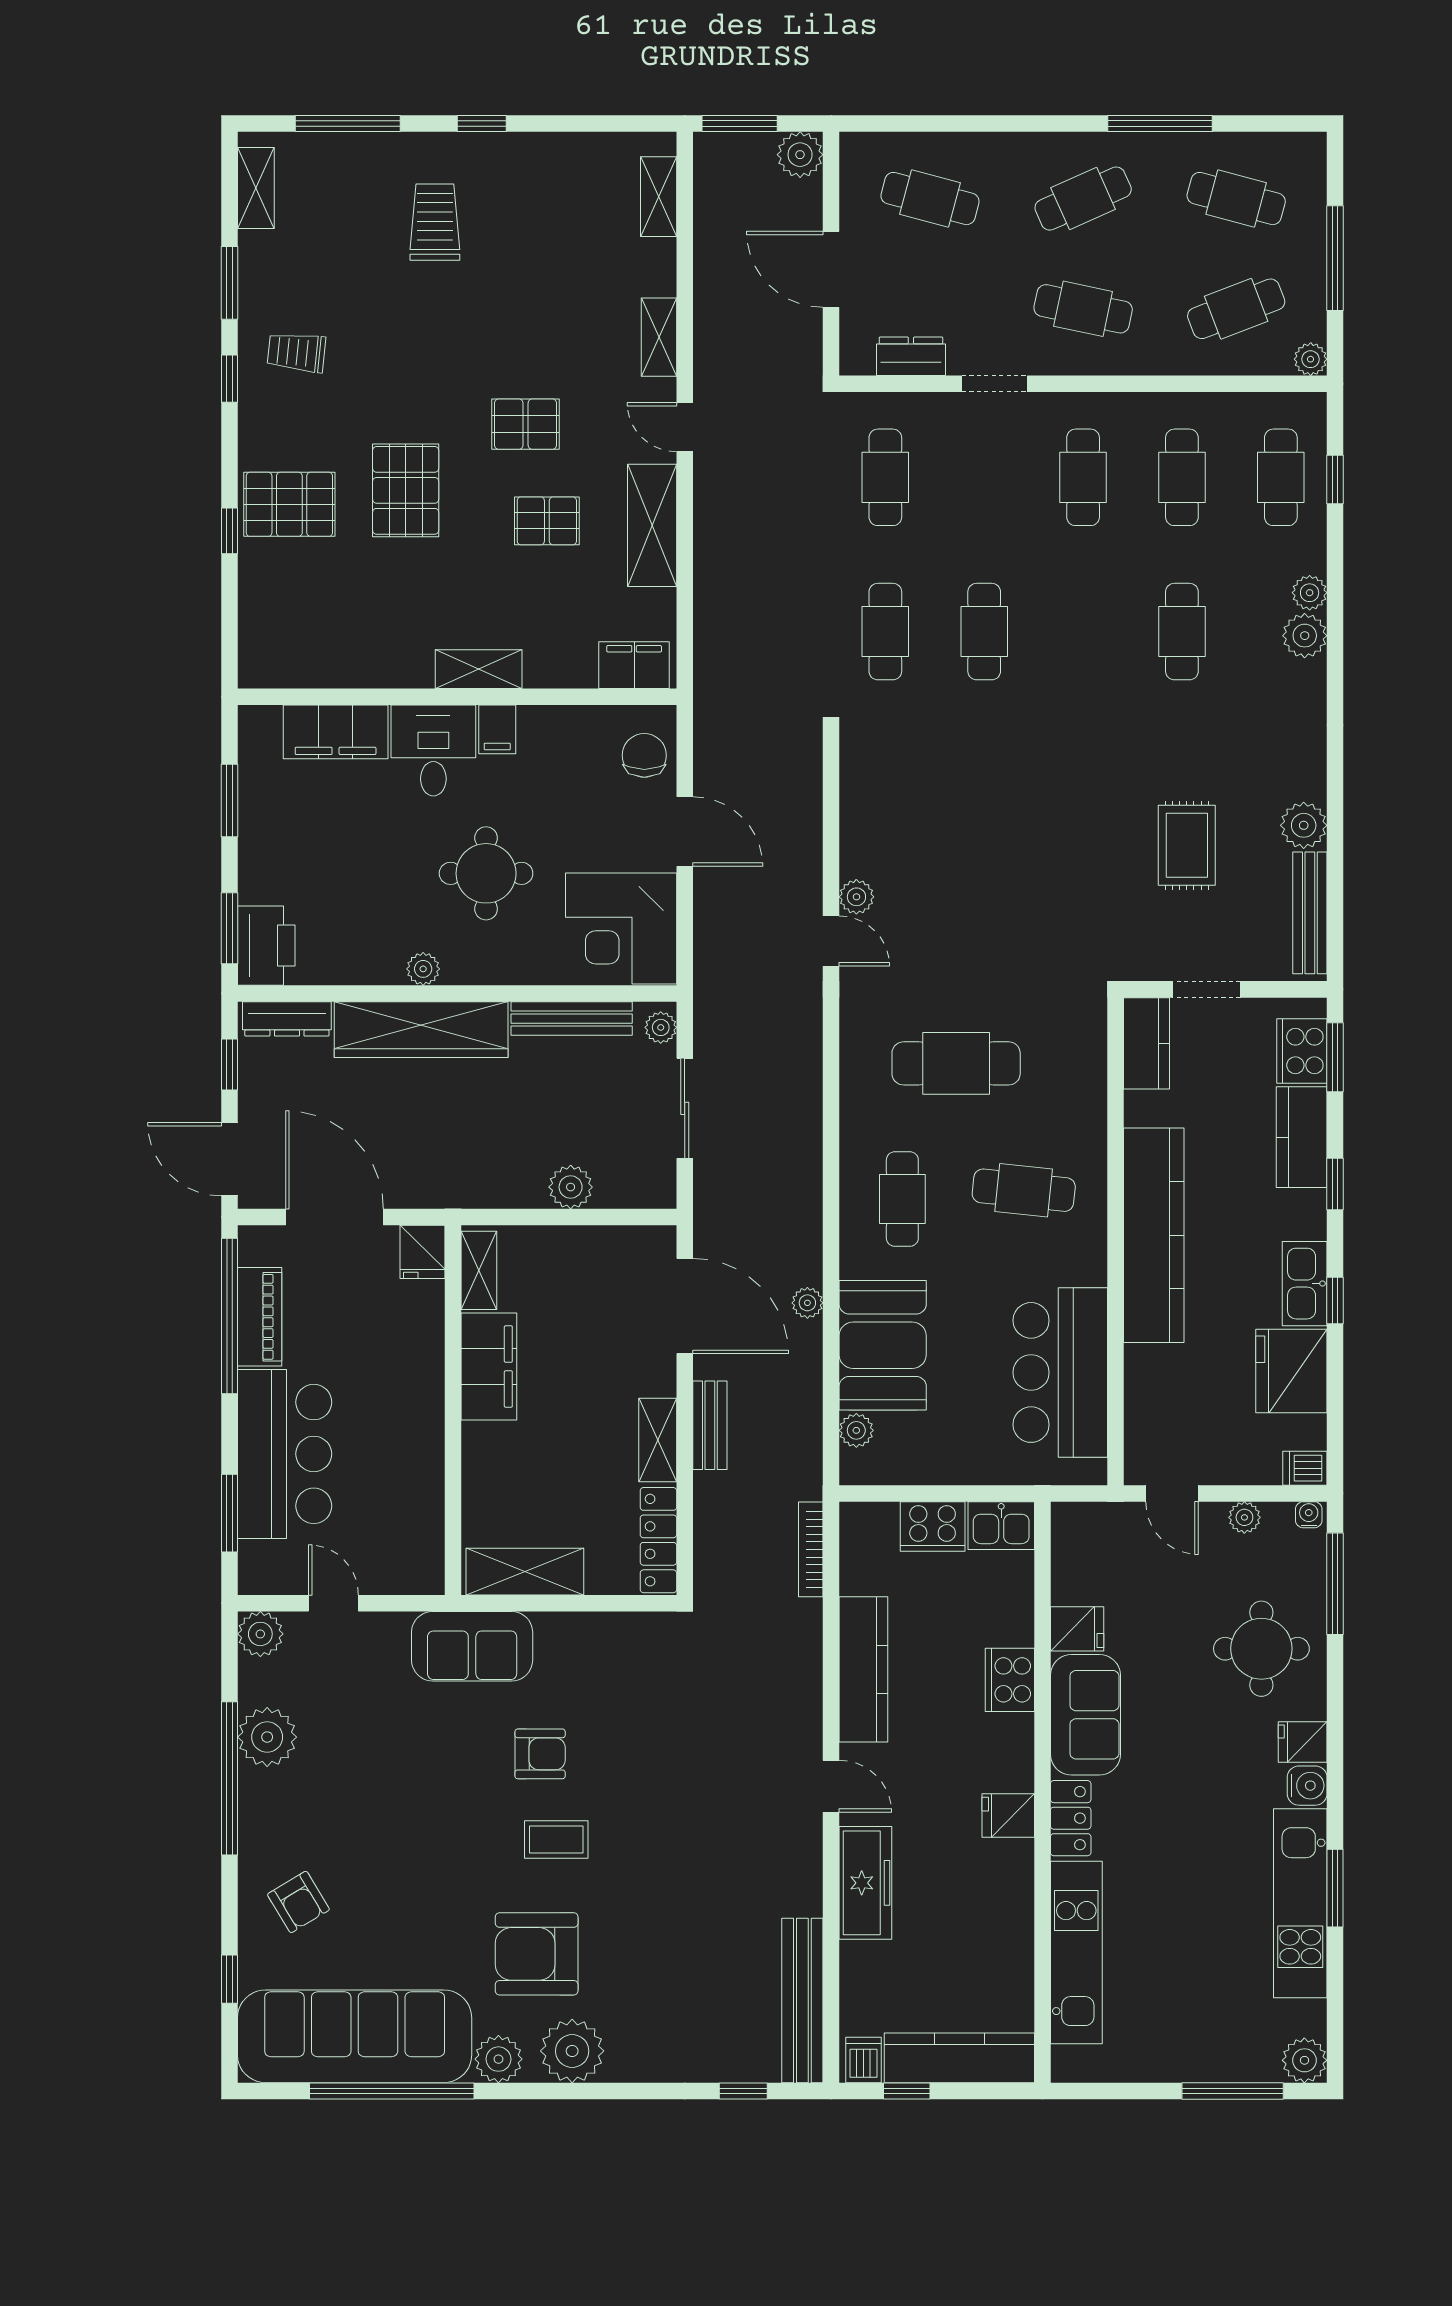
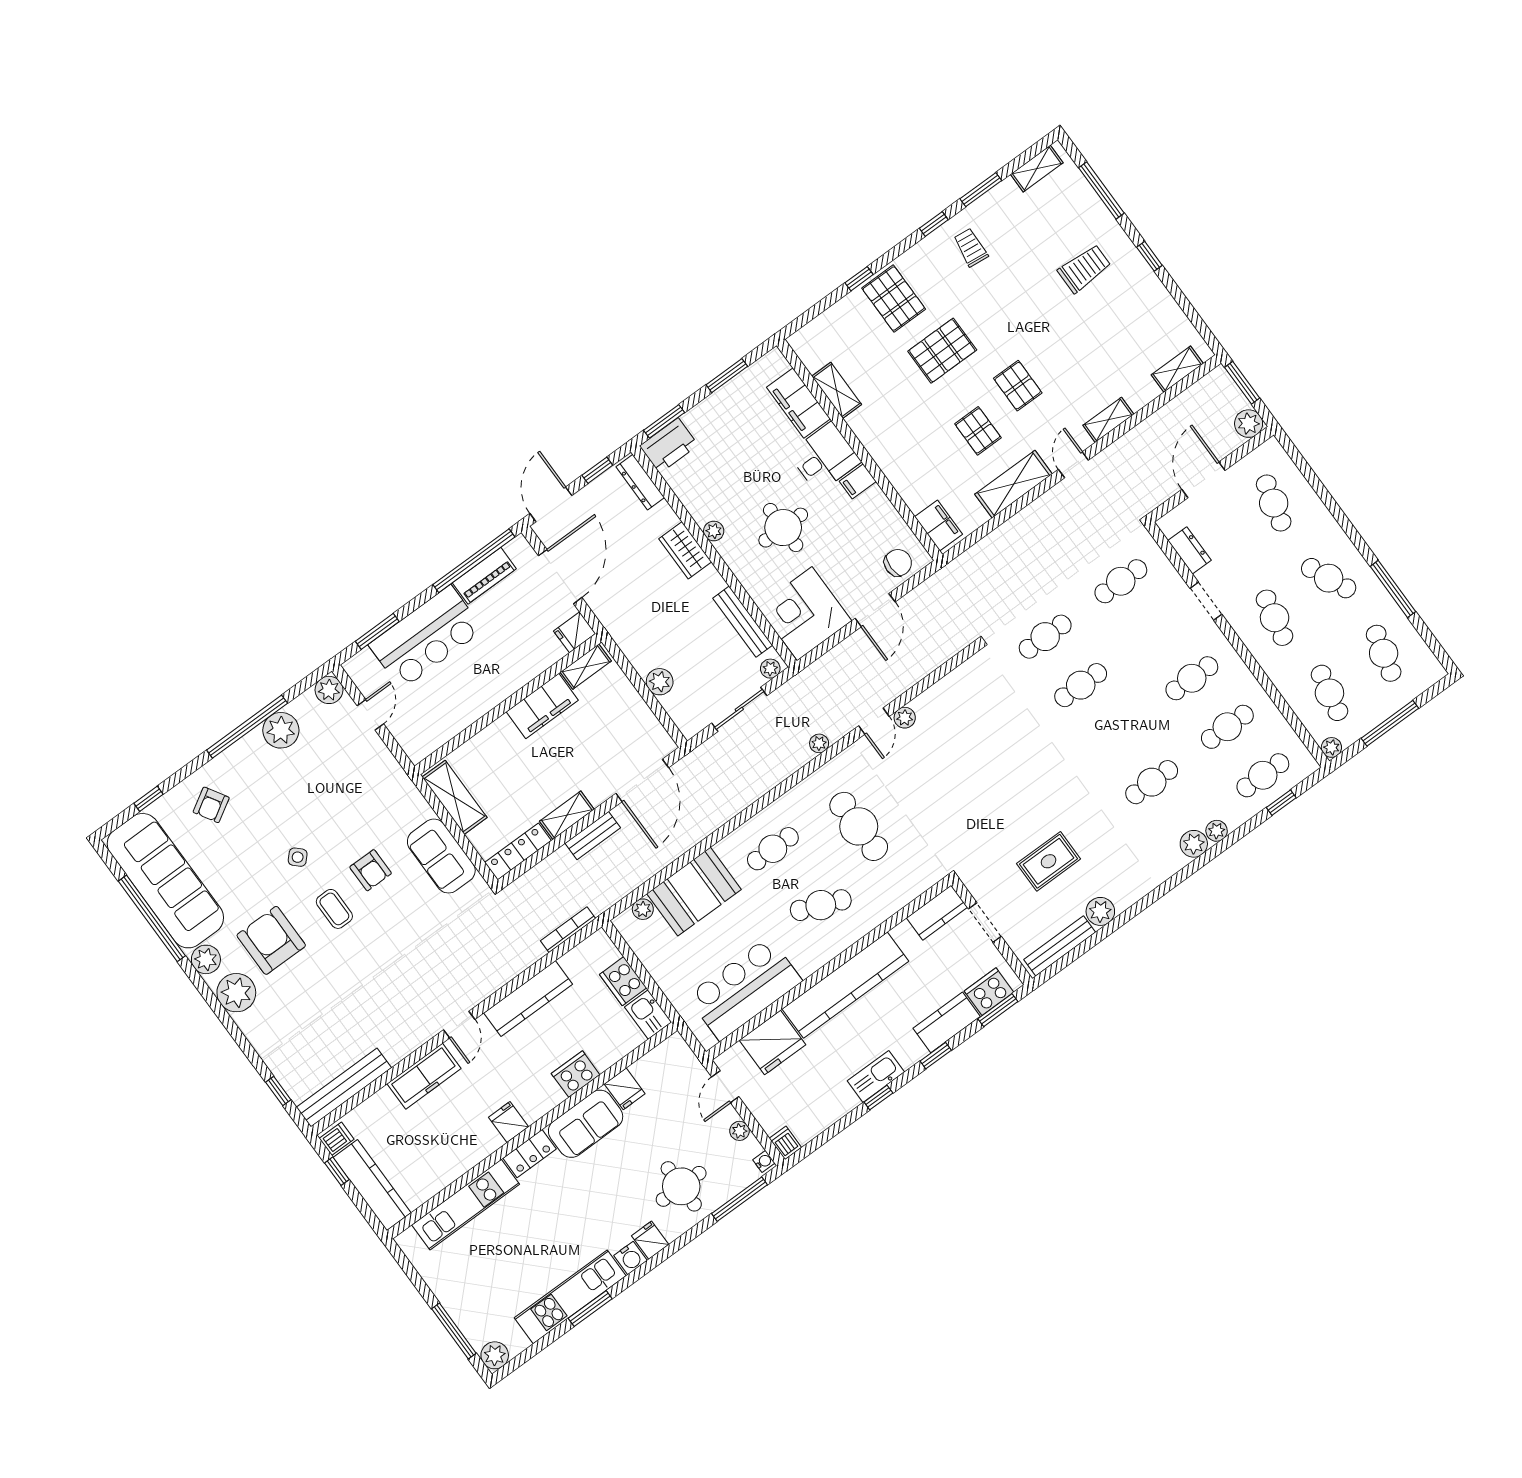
cafe table: (1236, 309) -> (1329, 693), turned 33
shelving: (479, 669) -> (837, 390), moved
wardrobe: (421, 1030) -> (685, 550), width x0.48, depth x0.85
cafe table: (1024, 1190) -> (821, 905), turned -74
plant: (807, 1303) -> (819, 743), moved
fridge: (1291, 1371) -> (773, 1042), moved, turned 180
sofa: (472, 1646) -> (441, 856), moved
side table: (452, 1838) -> (298, 857), added

